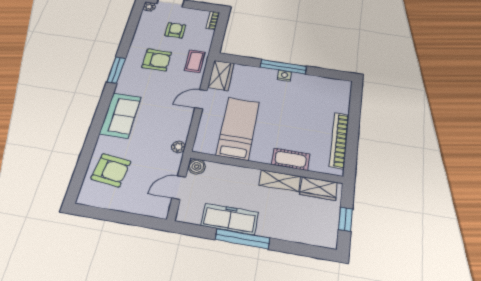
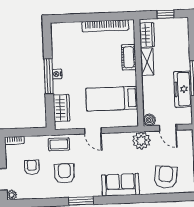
armchair: (175, 30) -> (32, 167), turned 90
wardrobe: (221, 75) -> (62, 108), moved, turned 90
plant: (178, 147) -> (141, 140), width x1.87, depth x1.87

